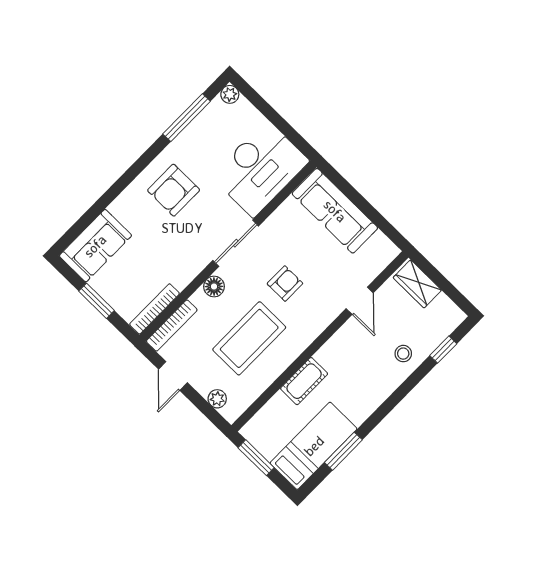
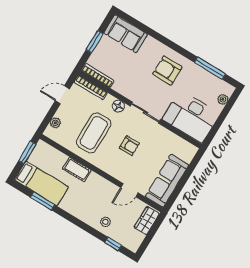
plant: (230, 94) -> (223, 99), moved
sofa: (335, 211) -> (167, 181), moved
coffee table: (249, 338) -> (94, 133), turned 90

